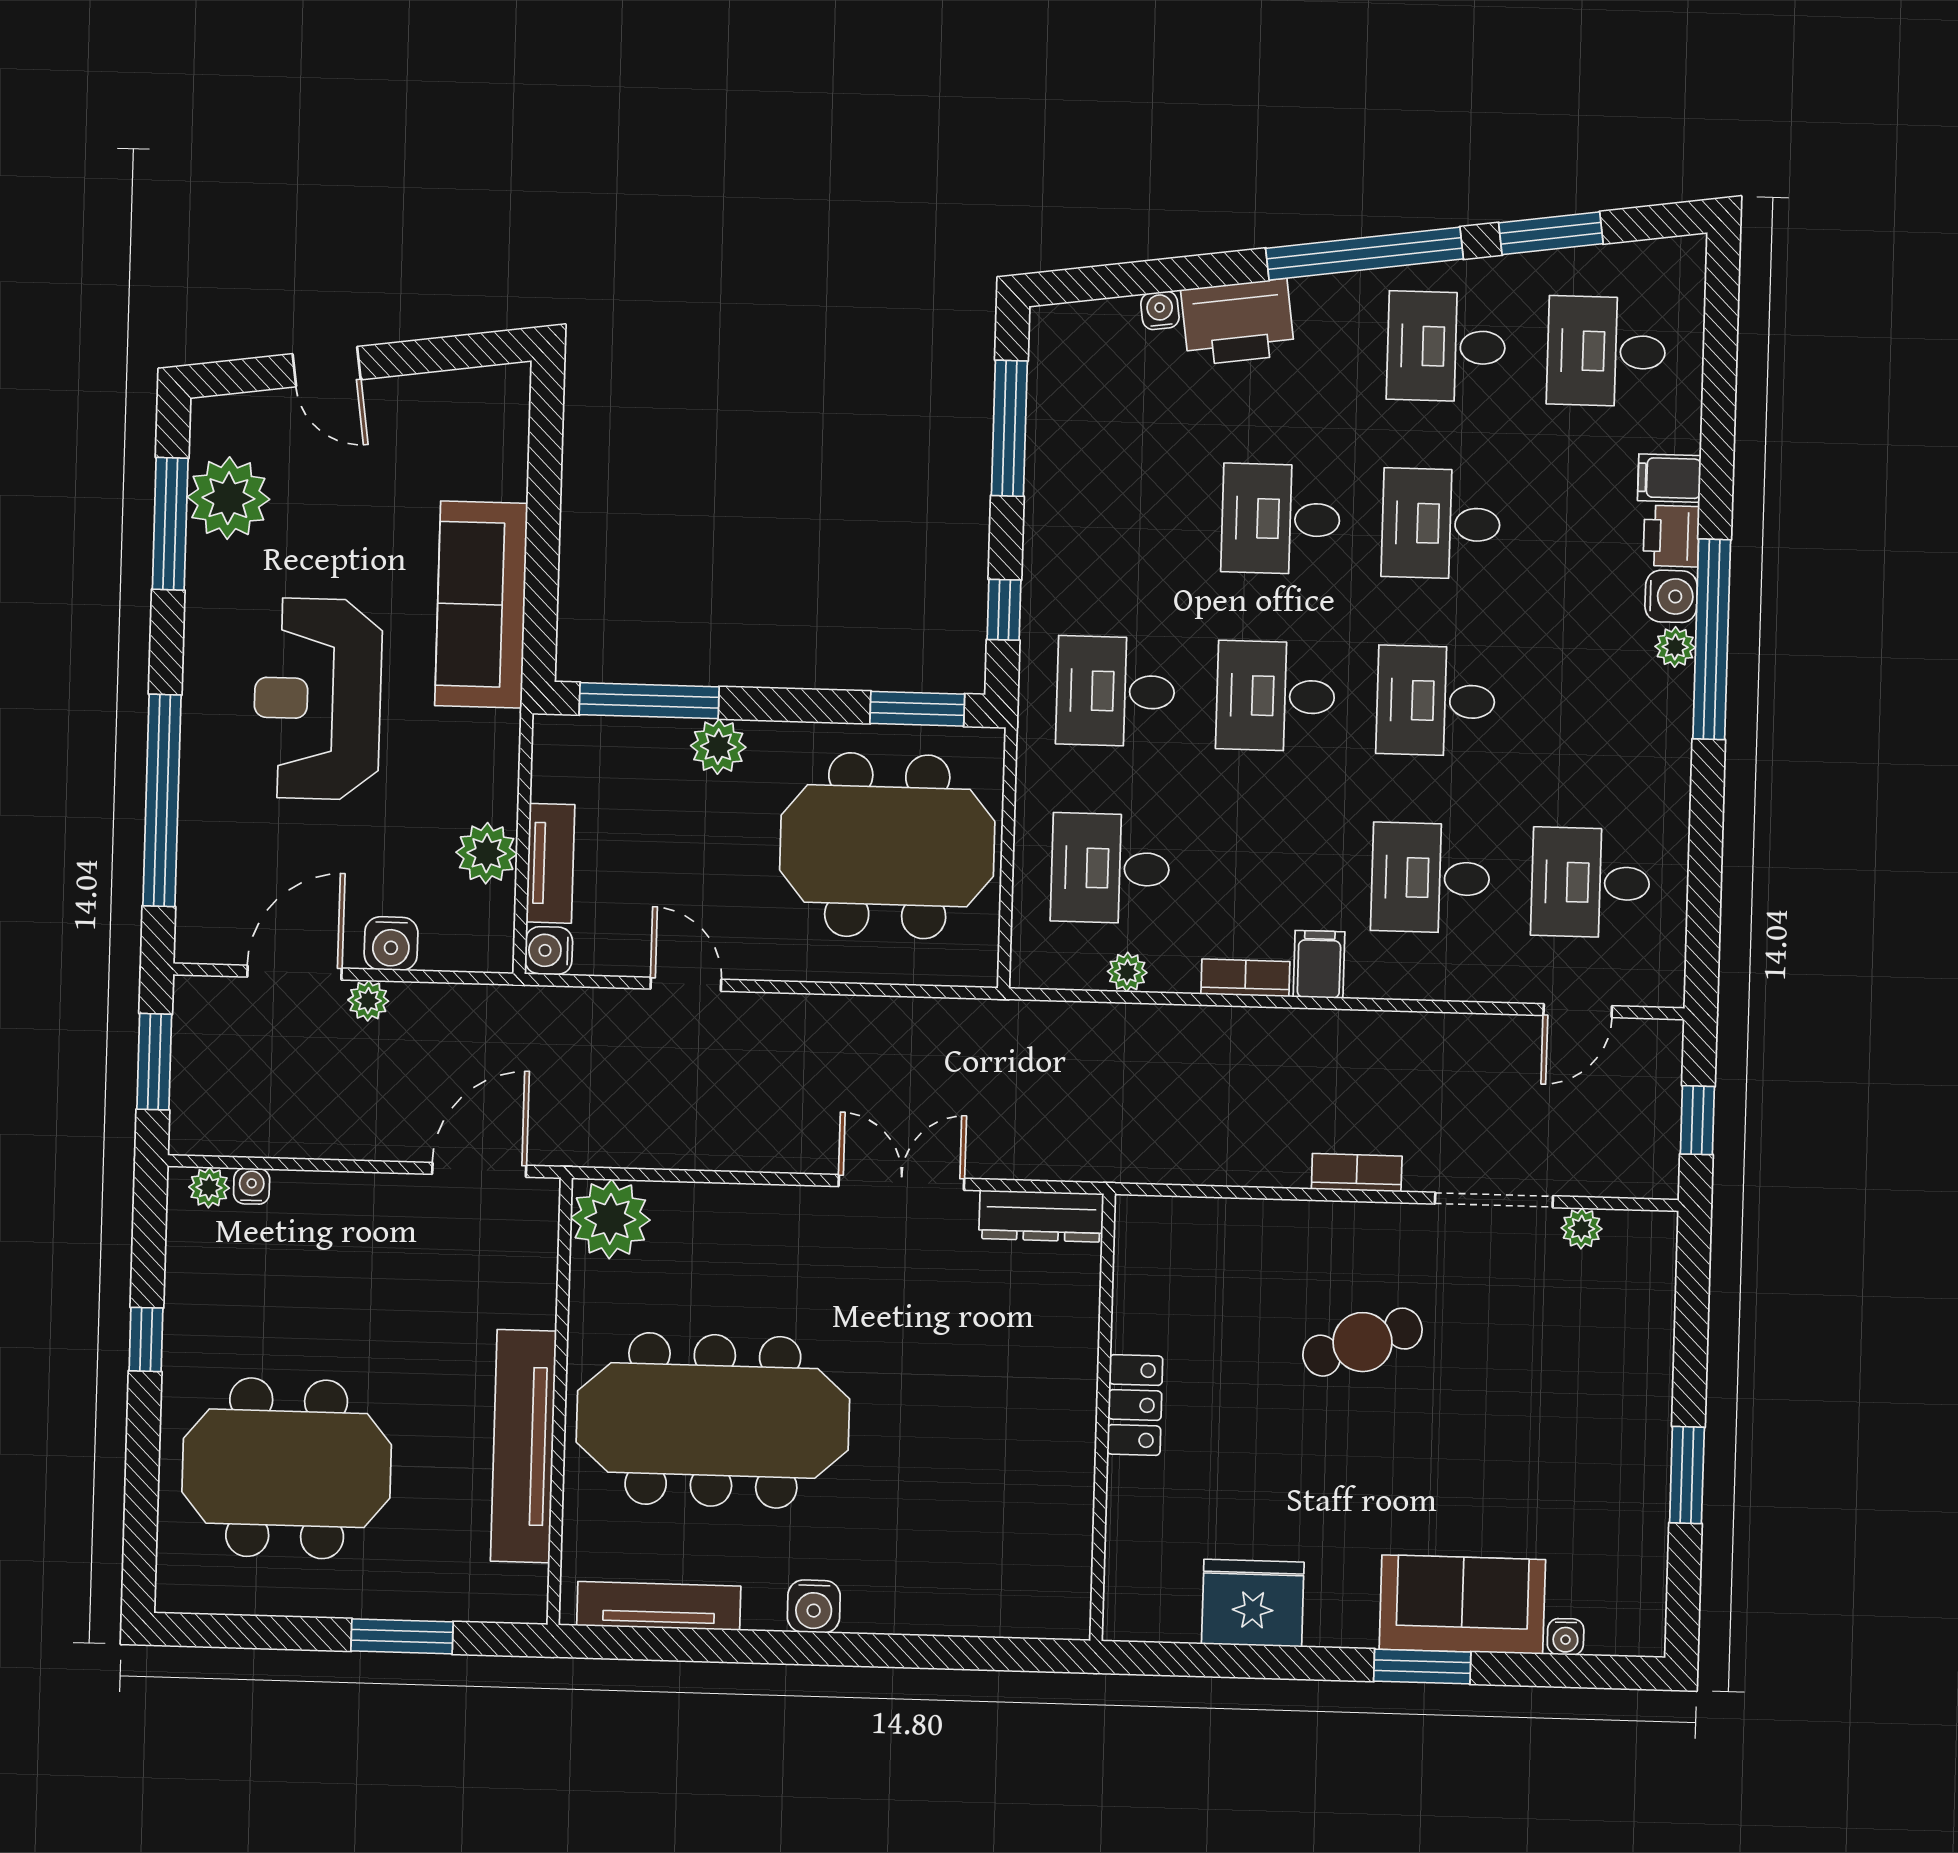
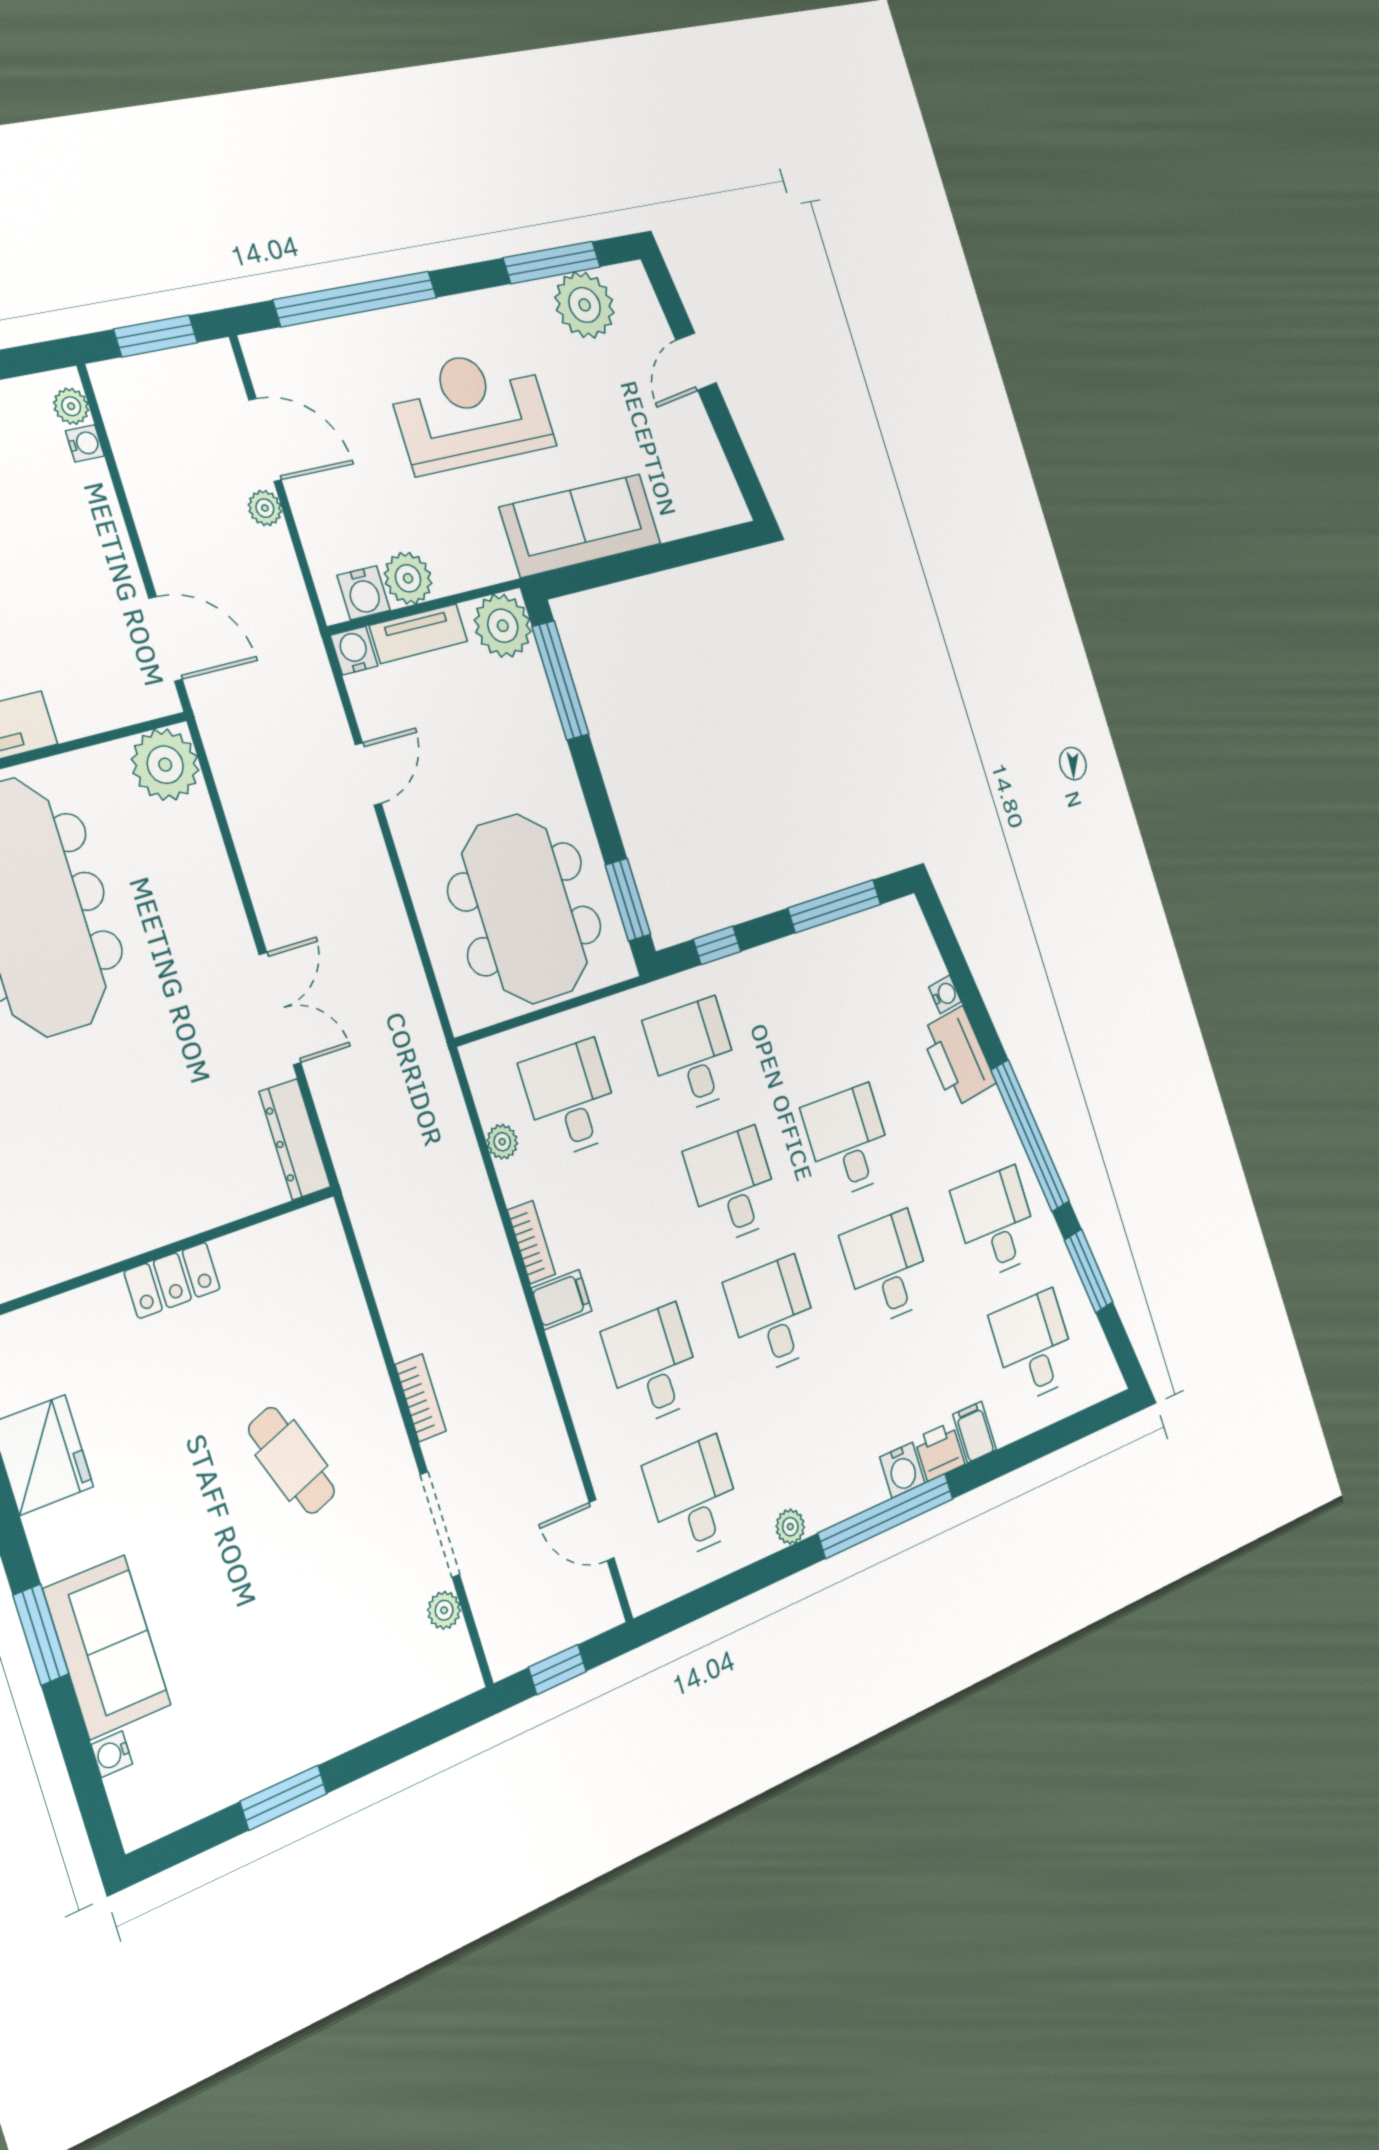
plant: (1675, 647) -> (790, 1527), moved
plant: (718, 747) -> (503, 626), moved, width x1.36, depth x1.36
water cooler: (391, 944) -> (364, 593), moved, turned -90

